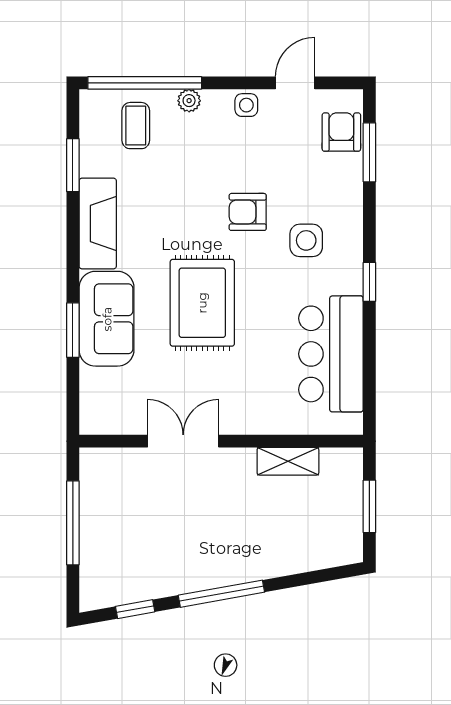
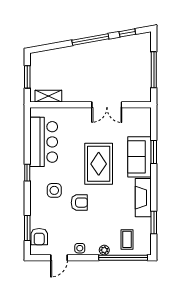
shelving: (288, 461) -> (48, 96), moved

